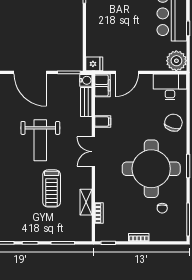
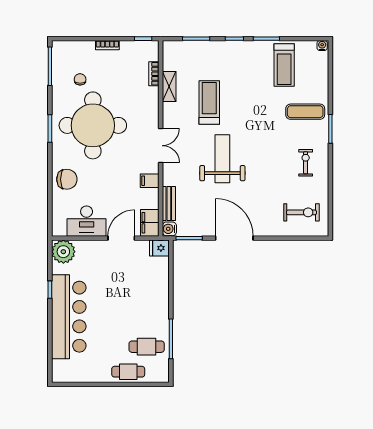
desk: (170, 87) -> (87, 221), moved
chair: (173, 123) -> (67, 179), turned -106

